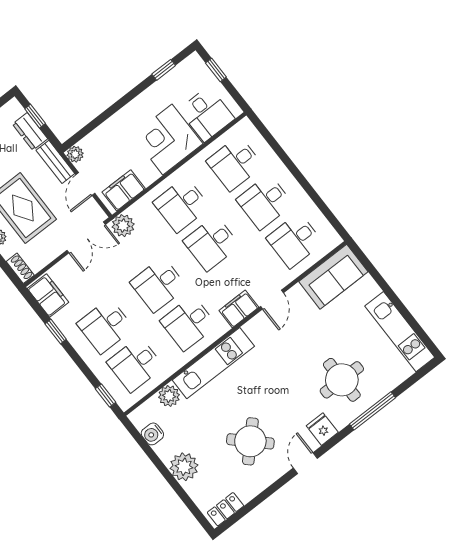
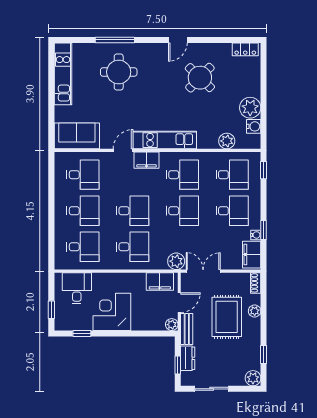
corner desk: (167, 139) -> (112, 312), moved, turned 180
water cooler: (60, 320) -> (256, 235), added
kitchen unit: (213, 363) -> (165, 140), moved
fridge: (322, 429) -> (152, 52), removed
plant: (184, 467) -> (250, 108), moved

